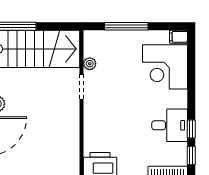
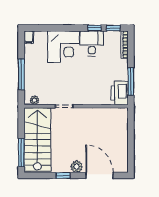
plant: (90, 64) -> (34, 100), moved
corner desk: (165, 67) -> (63, 47), moved

